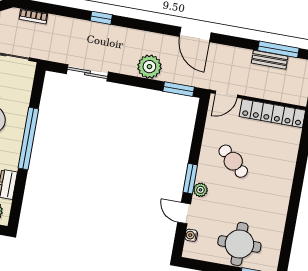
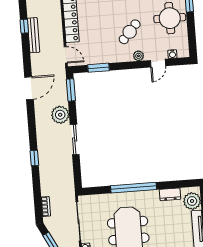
window: (278, 49) -> (24, 26), width x0.46
bench: (270, 60) -> (33, 35), width x1.36
sliding door: (88, 73) -> (75, 140), moved
cafe table: (233, 161) -> (130, 32), moved
window: (190, 179) -> (99, 68), moved

